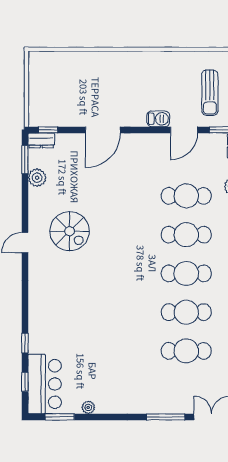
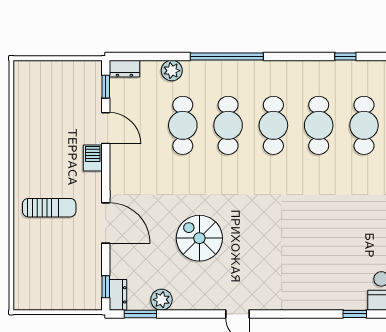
sun lounger: (210, 93) -> (49, 208), moved
spiral stairs: (70, 231) -> (199, 238), moved, turned -90

